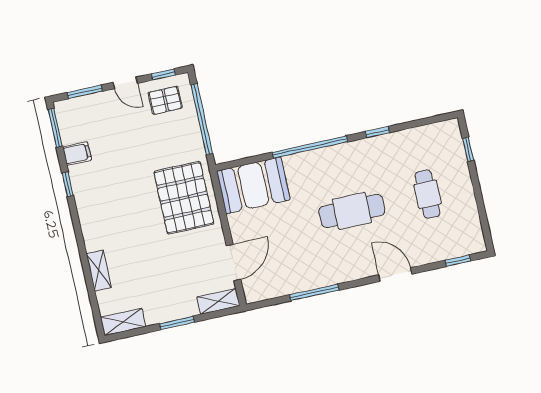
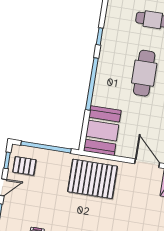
pallet: (165, 100) -> (24, 166), turned 90

